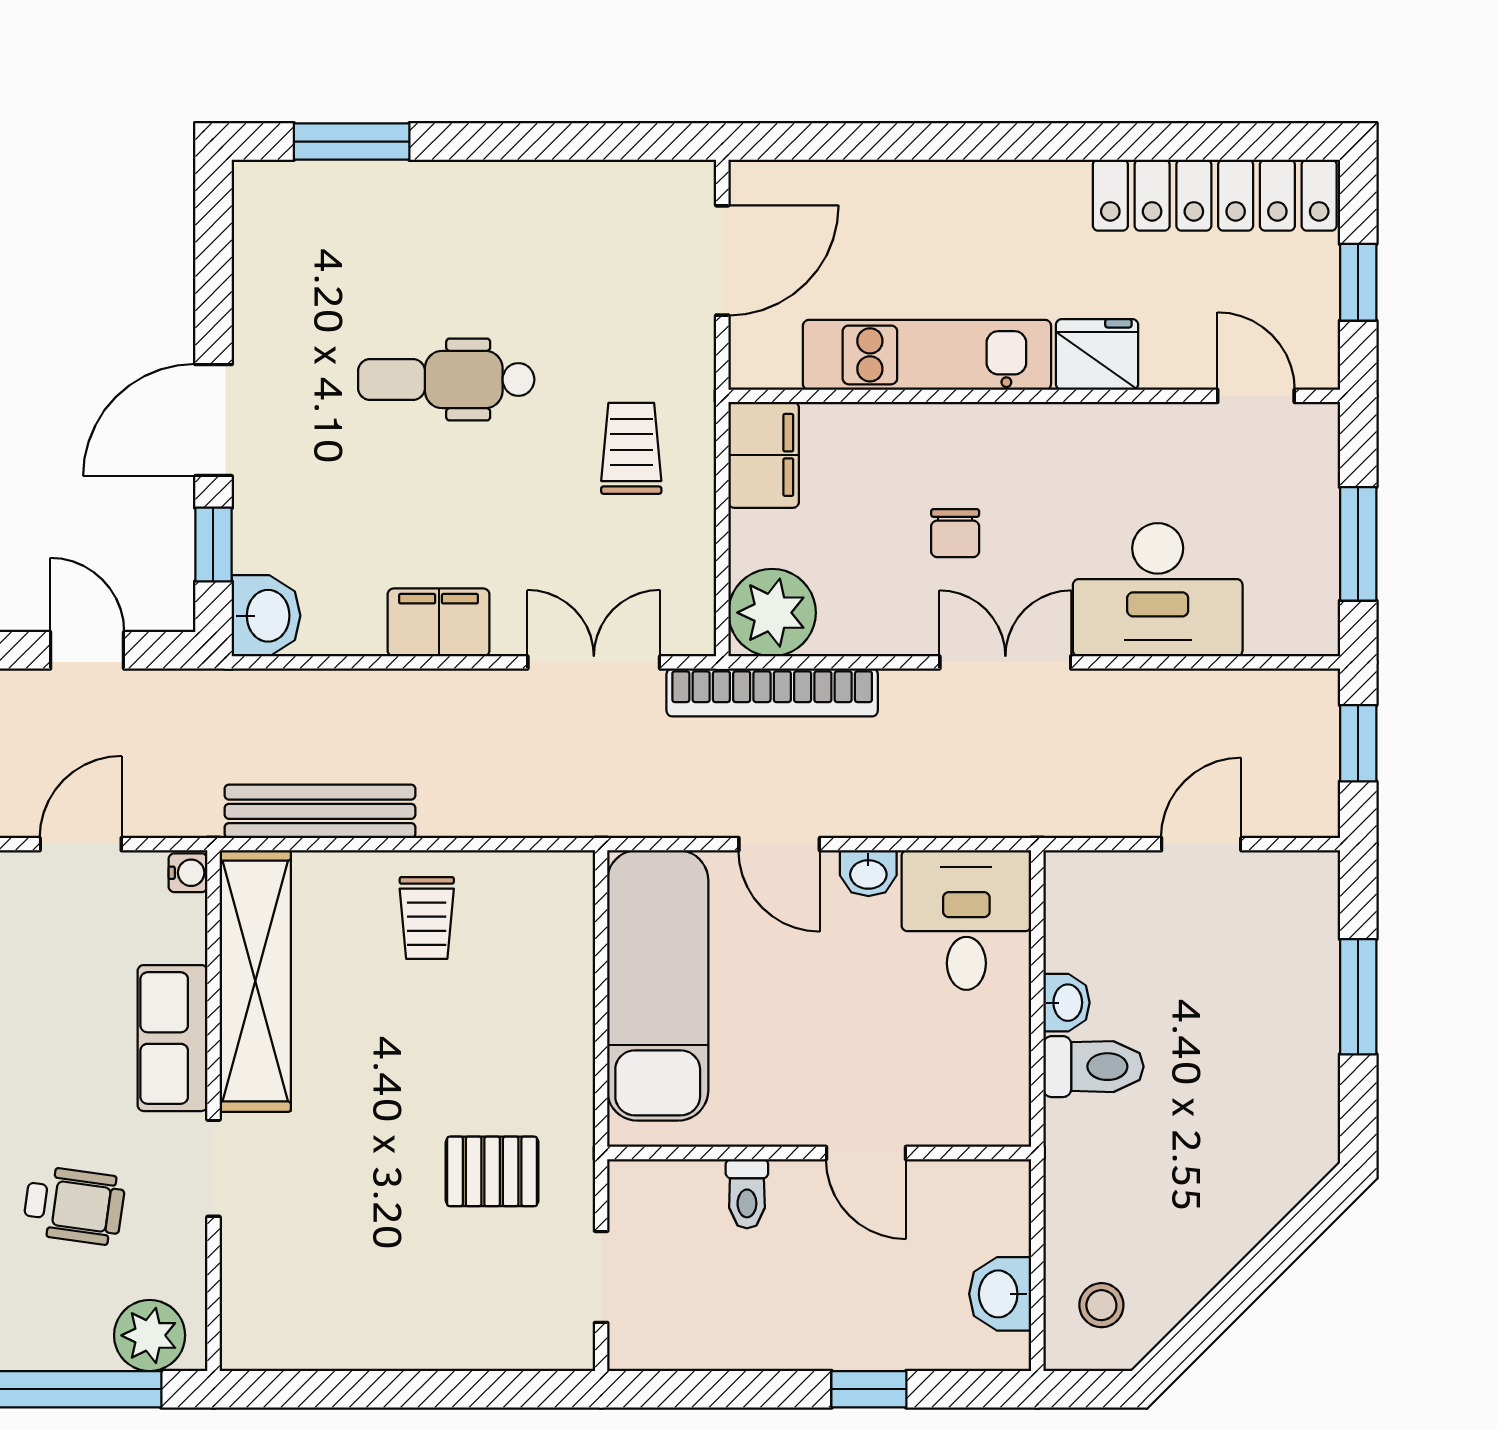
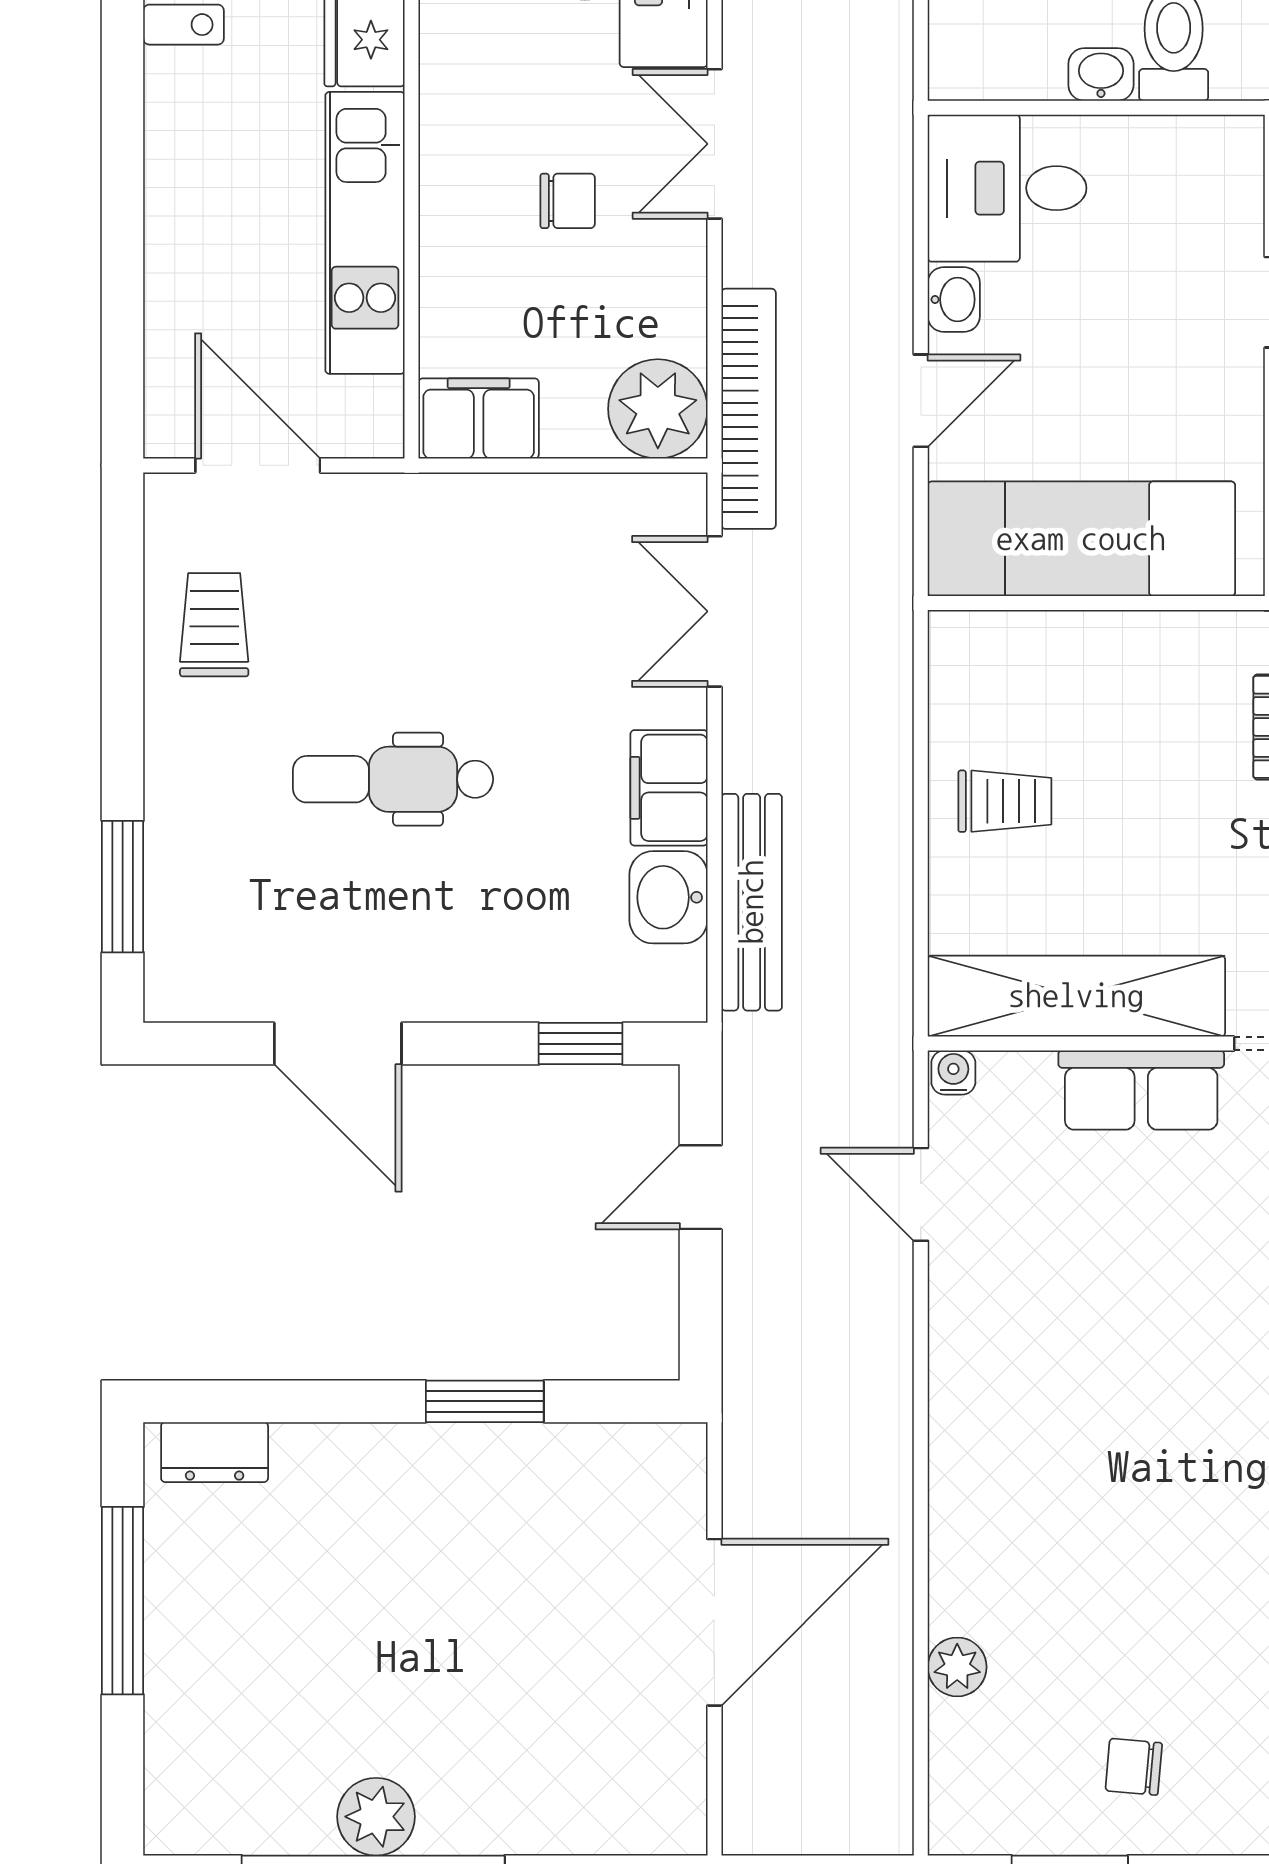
dental chair: (446, 380) -> (393, 779), turned 90
door: (213, 420) -> (338, 1044), moved
trolley: (631, 448) -> (214, 625), moved, turned 90
washbasin: (266, 616) -> (668, 897), moved, turned -90
bench: (320, 811) -> (752, 902), moved

